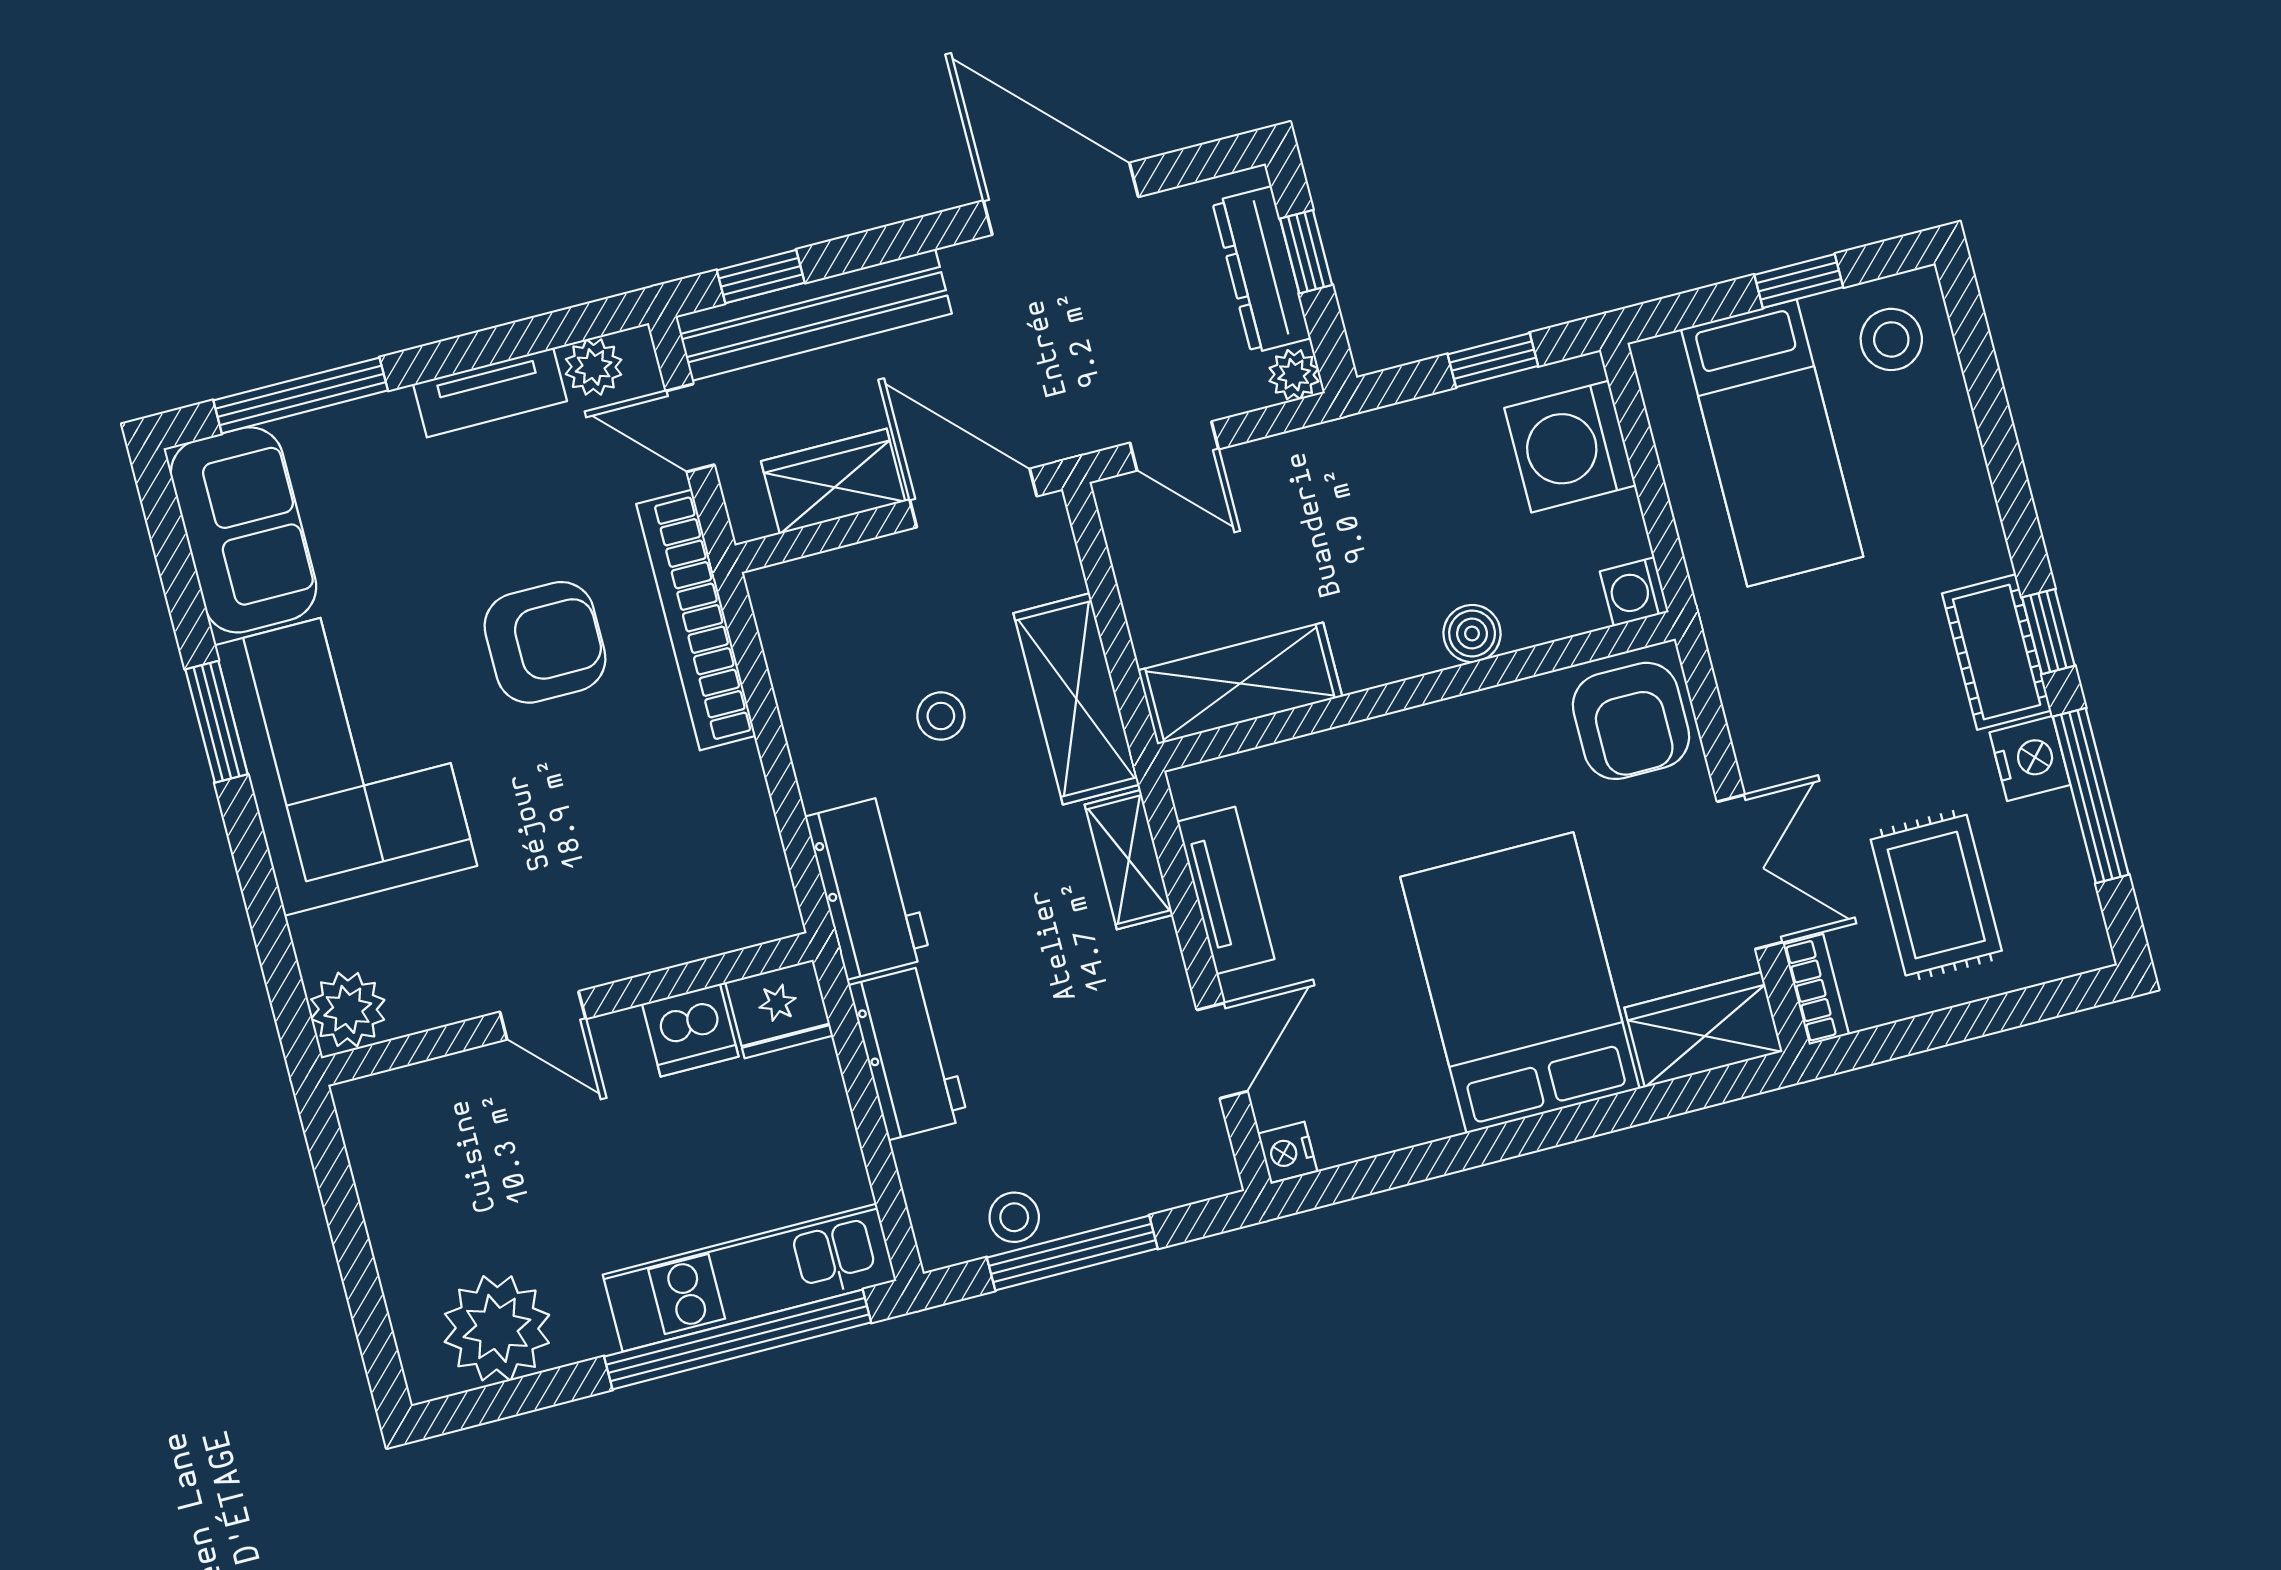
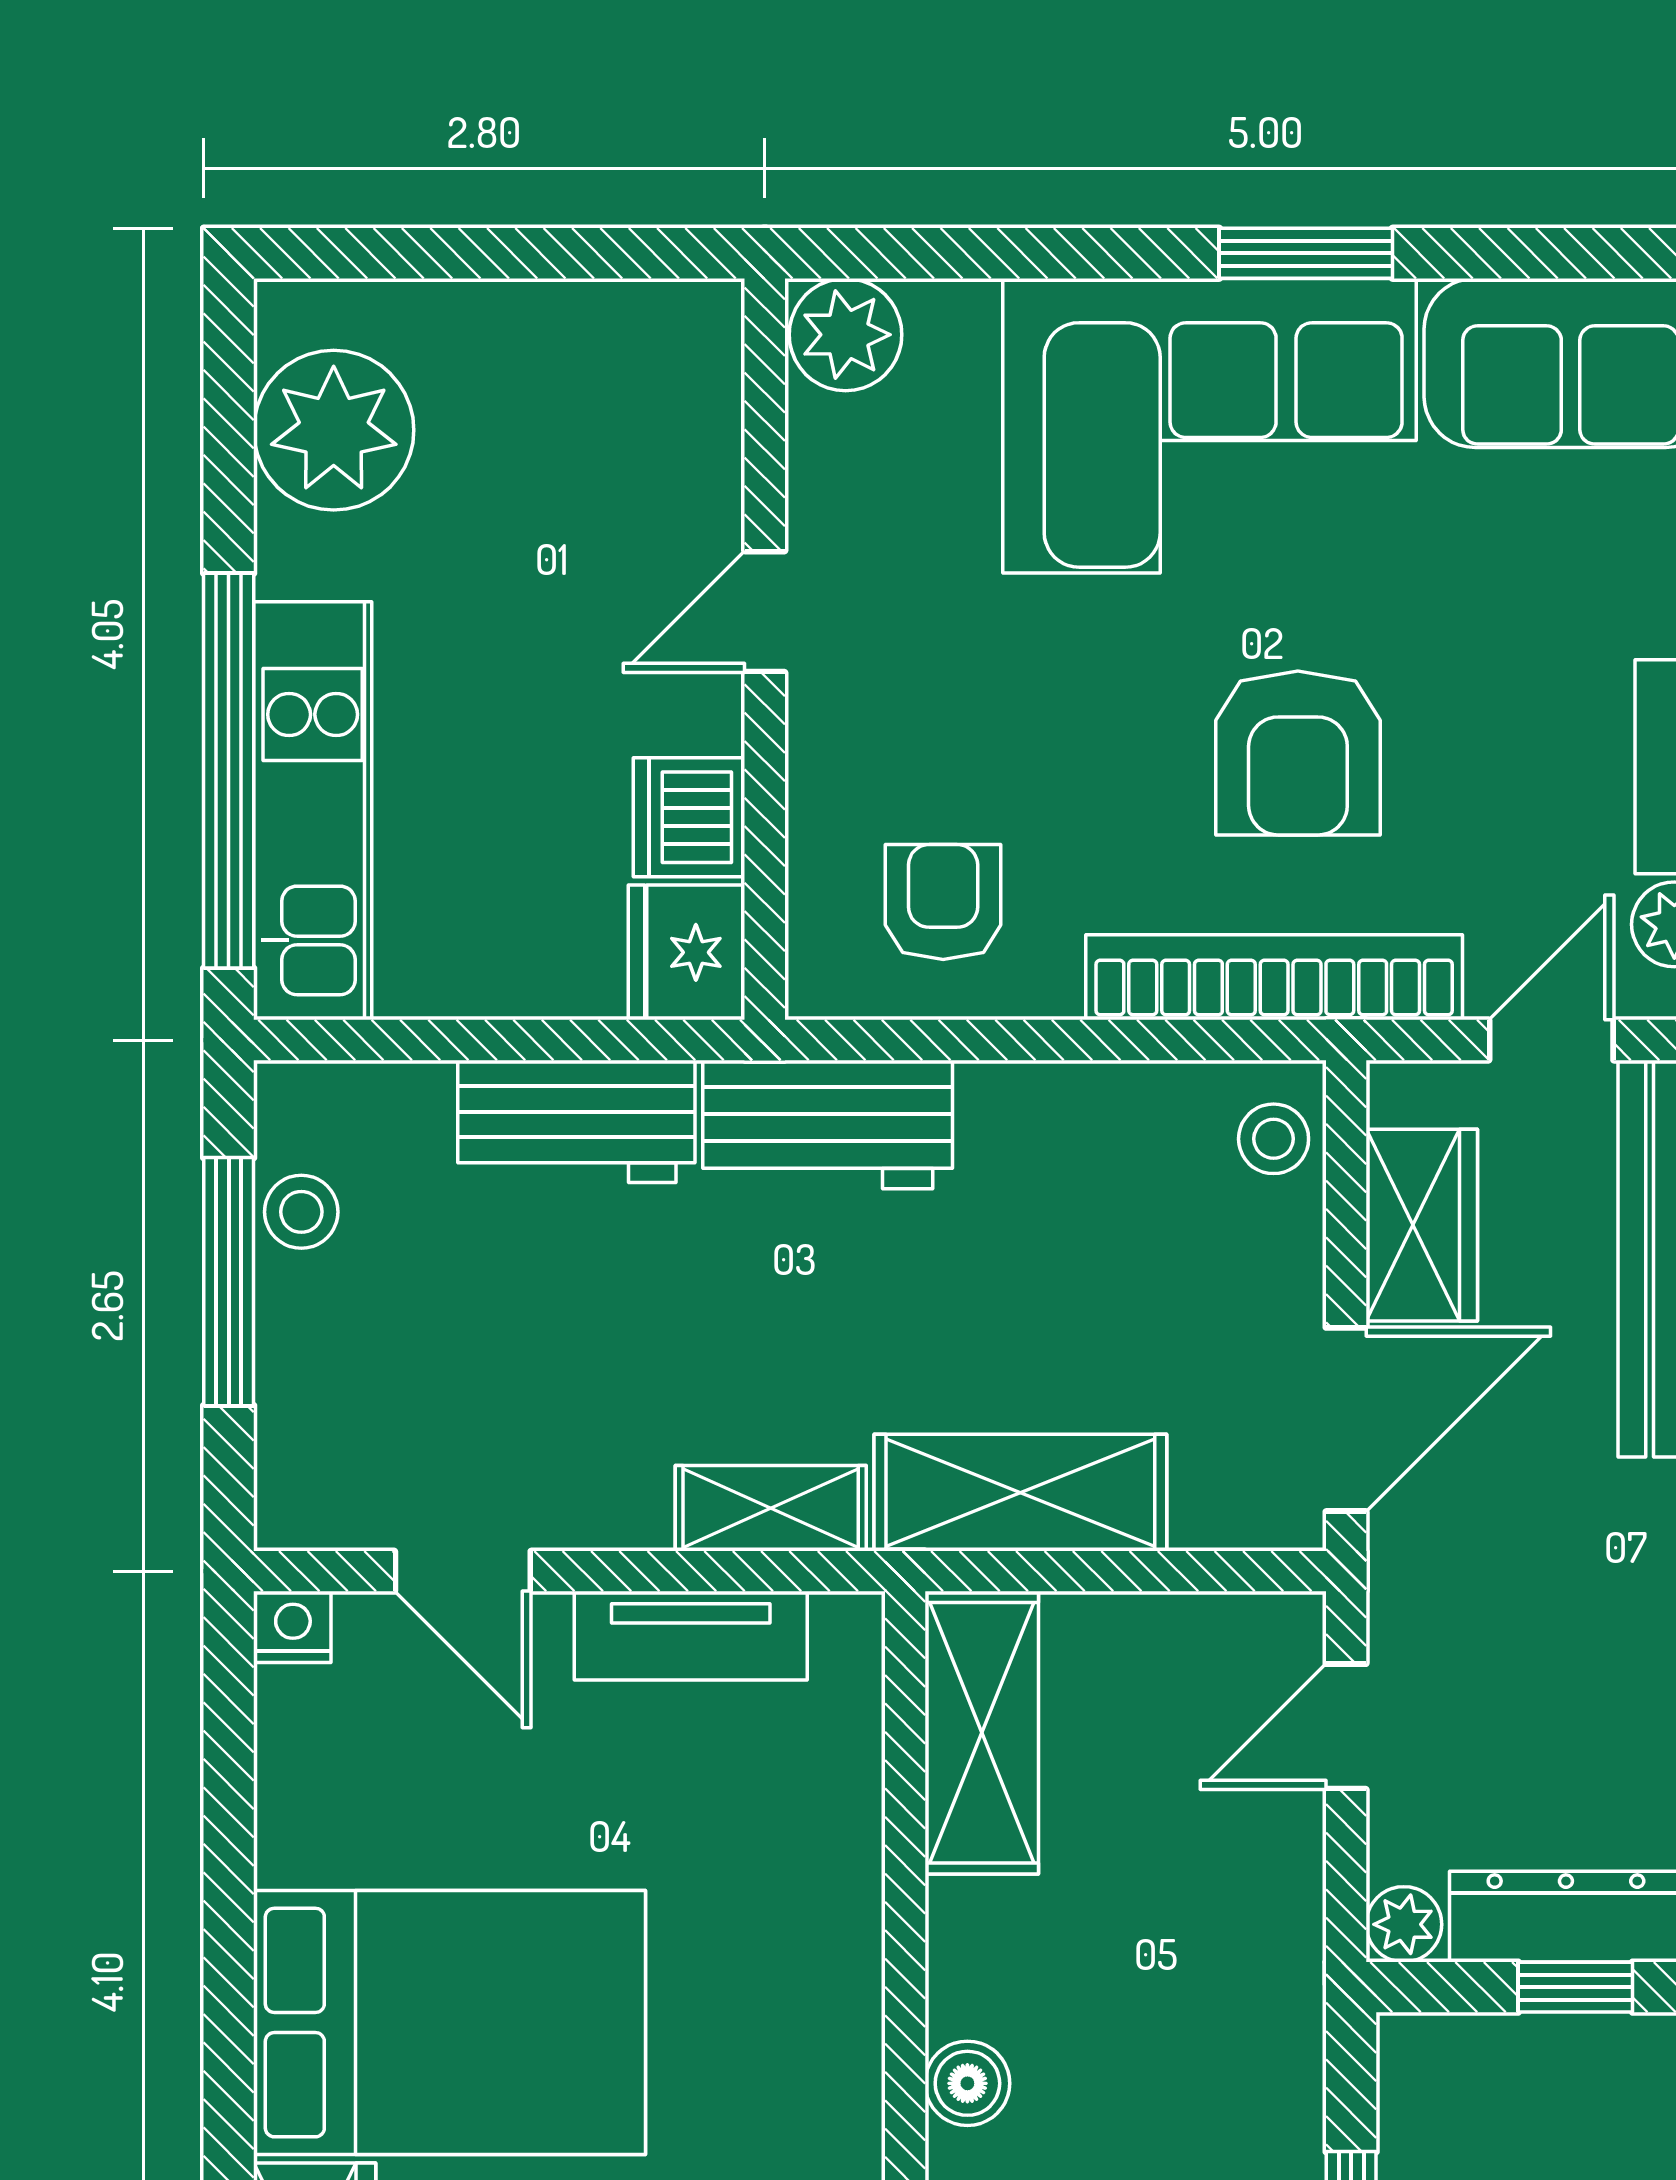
stool: (941, 716) -> (1274, 1139), moved
armchair: (703, 849) -> (943, 902), added

